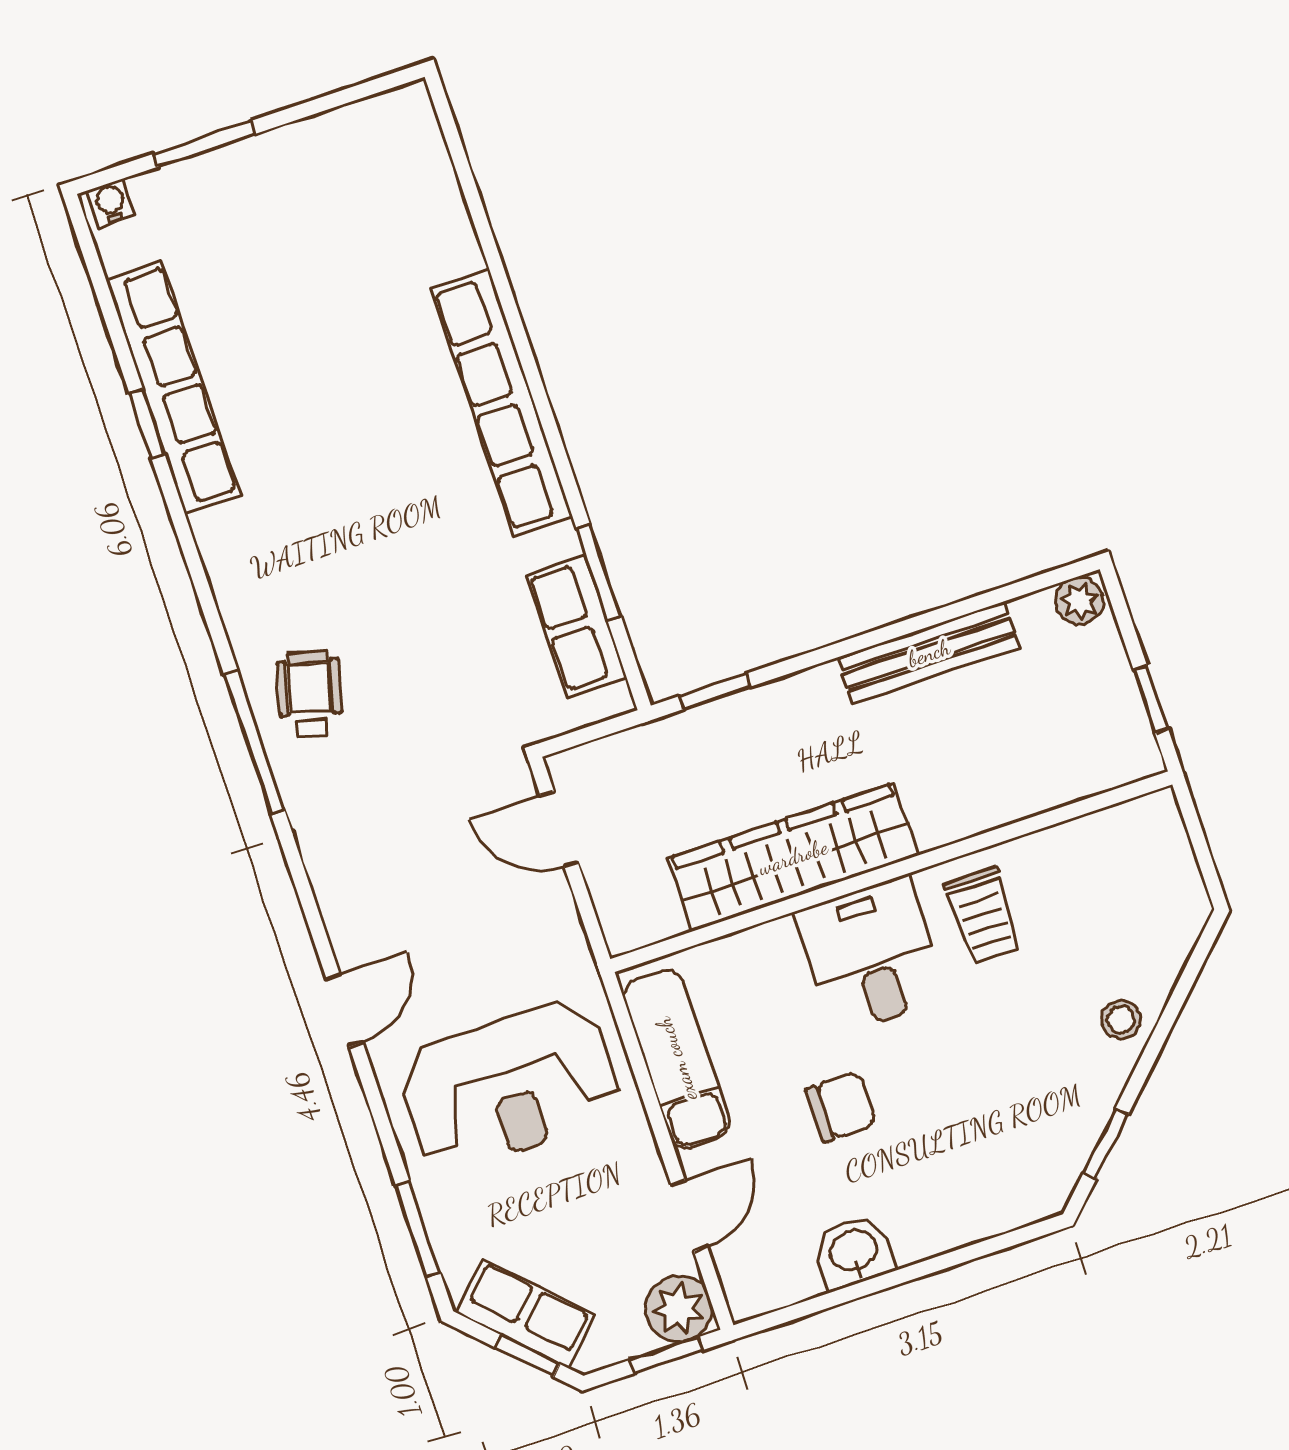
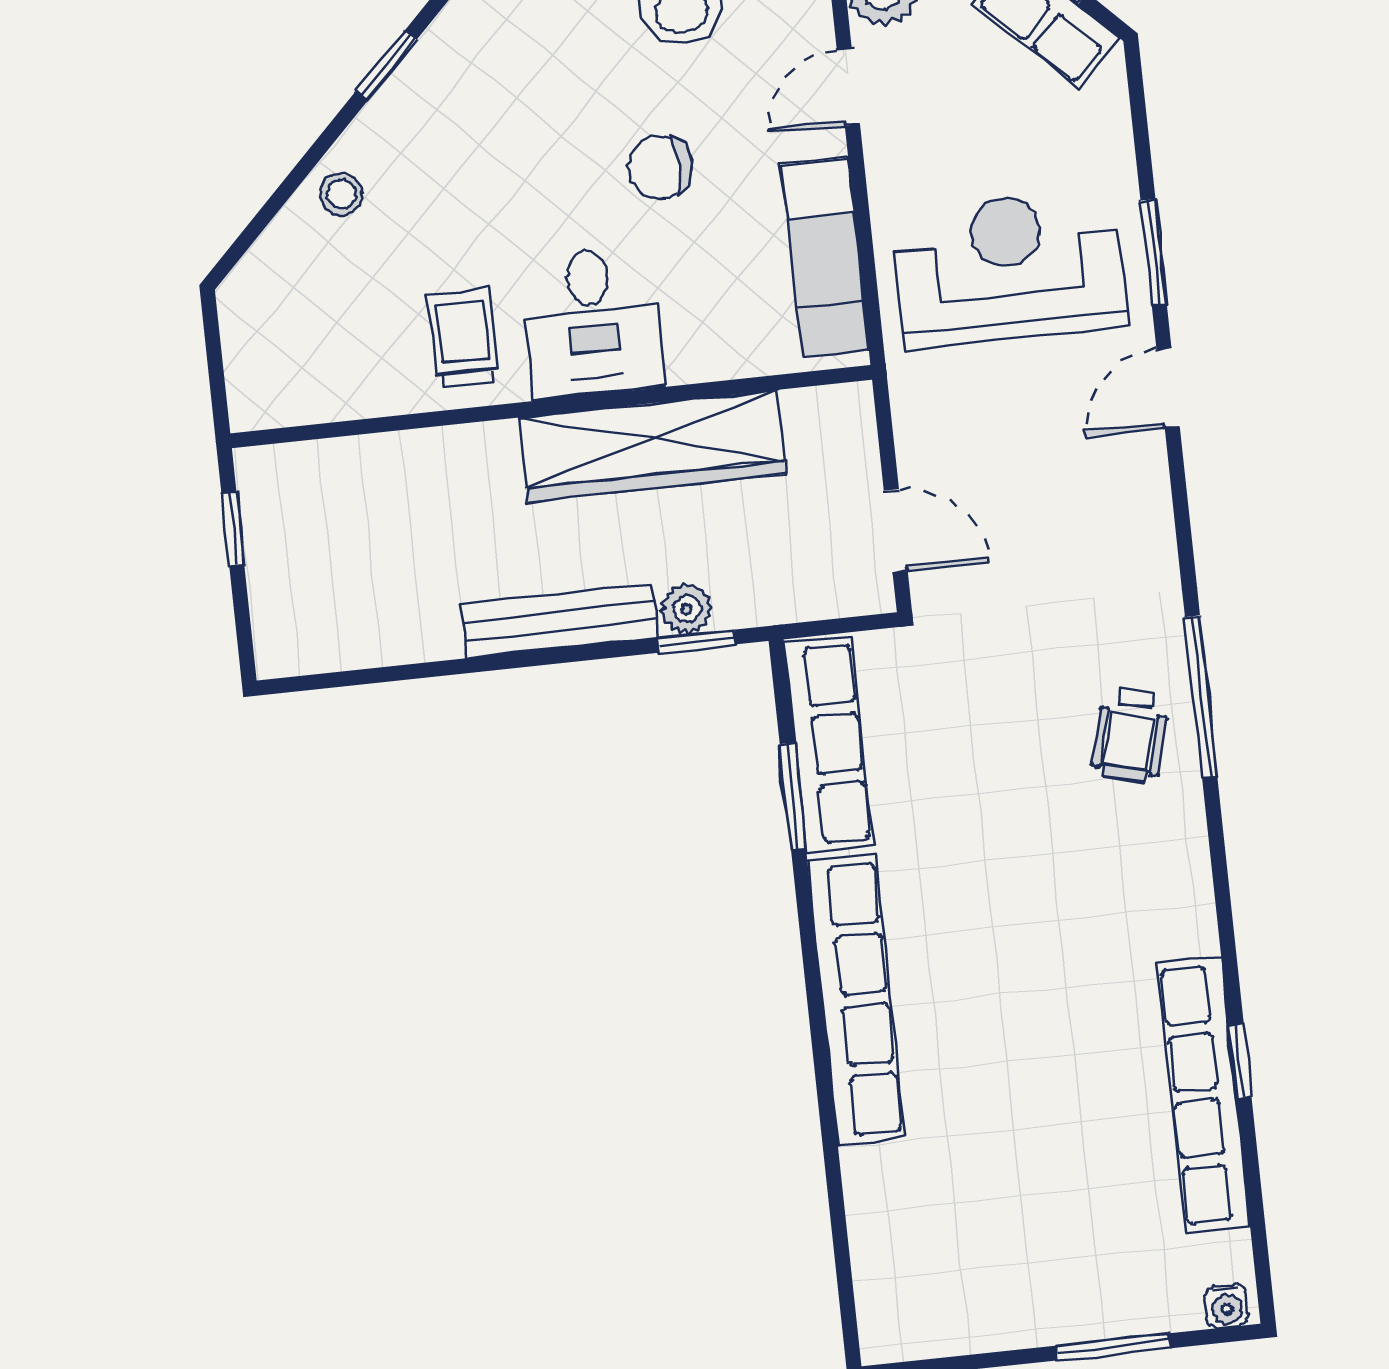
plant: (1079, 601) -> (687, 609), moved
row of seats: (577, 626) -> (829, 744), width x1.48
bench: (929, 653) -> (560, 621), moved
window: (418, 1229) -> (1154, 252), moved

